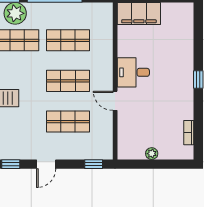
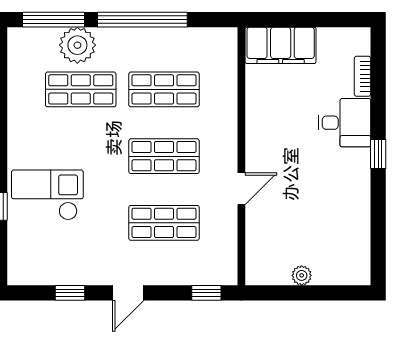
desk: (133, 72) -> (344, 123), moved, turned 180
door: (115, 101) -> (241, 189), swing flipped
bookcase: (189, 133) -> (363, 76), moved

